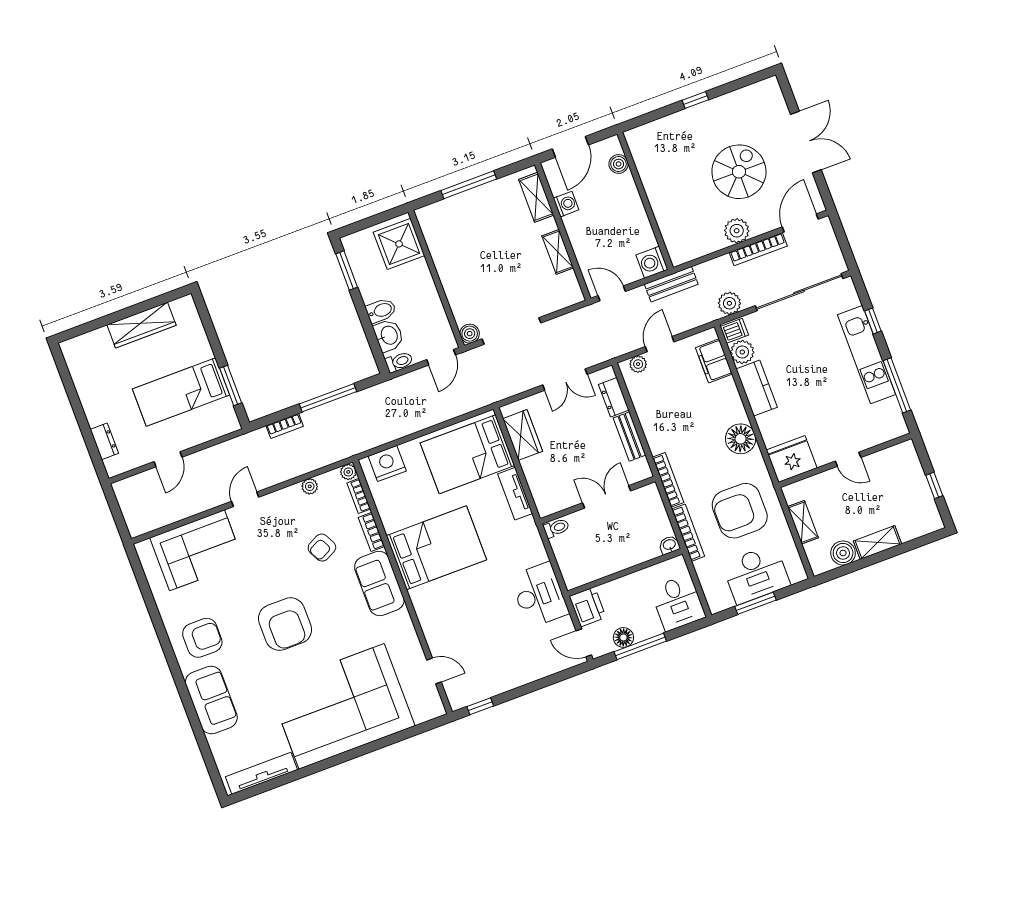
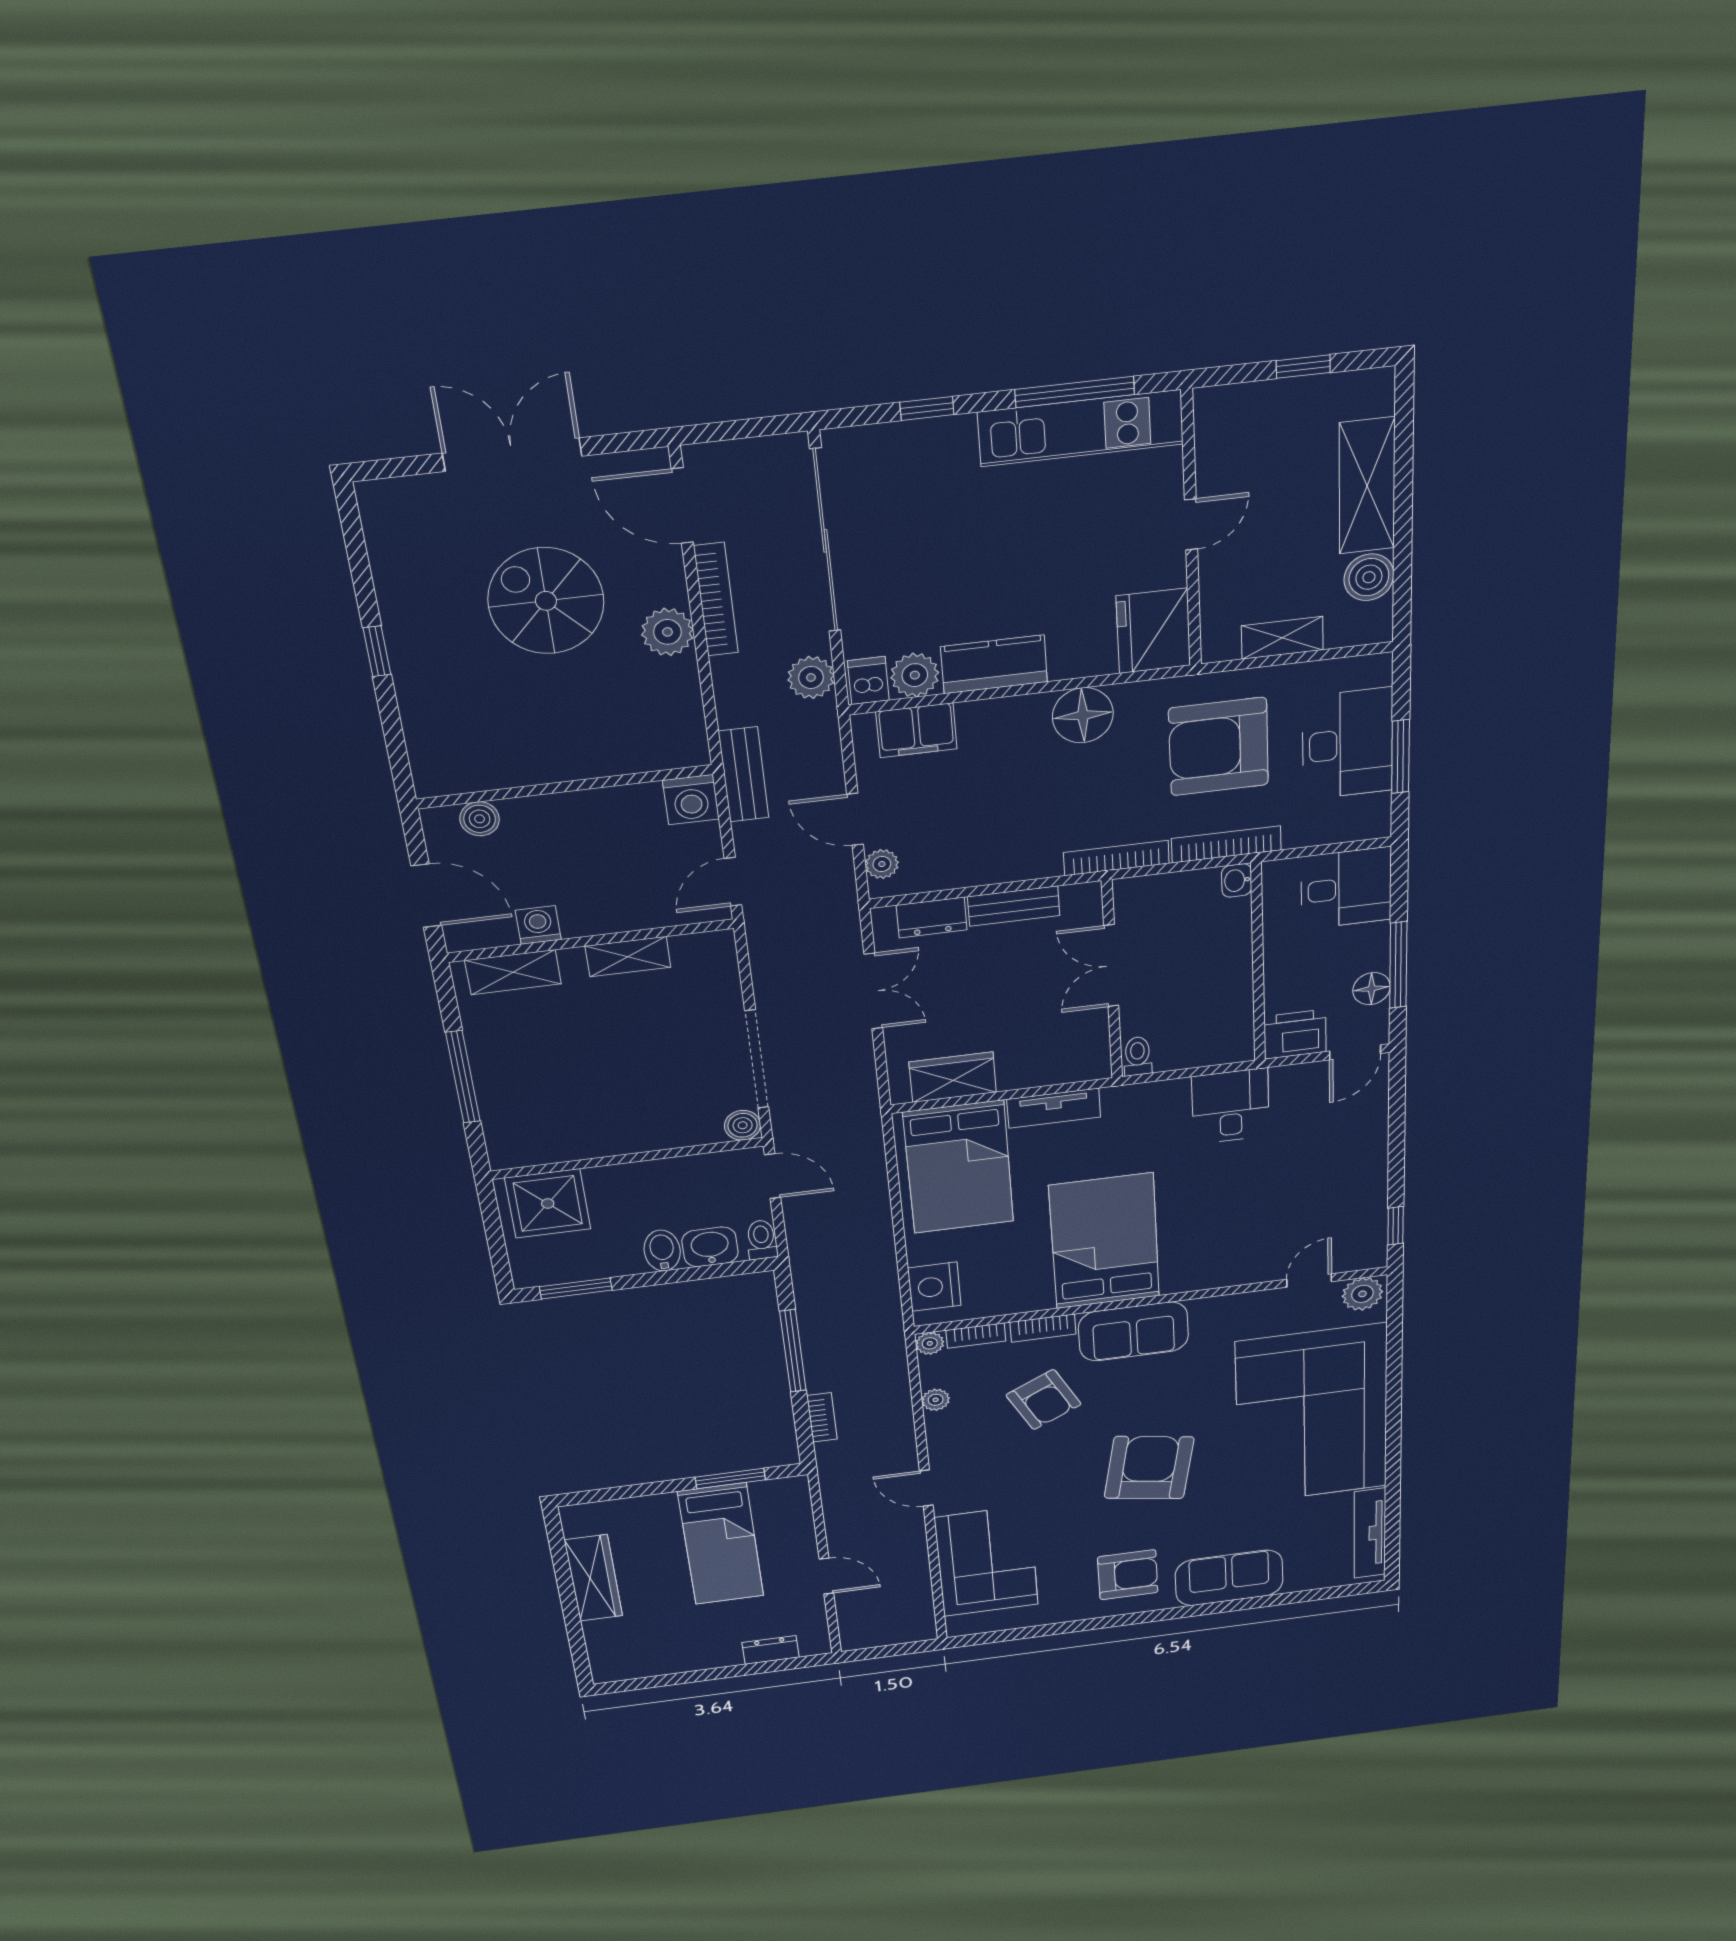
kitchen unit: (867, 355) -> (1081, 428), moved
armchair: (740, 511) -> (1219, 747), turned 90
shelving: (878, 542) -> (1367, 486), width x1.50, depth x1.33
armchair: (322, 548) -> (1044, 1400), width x1.38, depth x1.38
desk: (539, 595) -> (1230, 1106), width x0.73
armchair: (285, 624) -> (1149, 1468), turned -80
armchair: (202, 638) -> (1128, 1575), turned 90
plant: (431, 705) -> (1362, 1294), added

